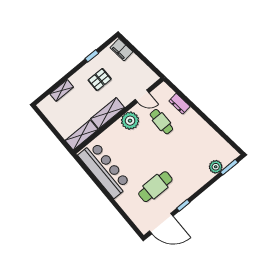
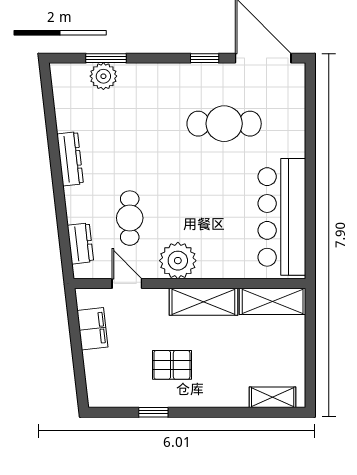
filing cabinet: (121, 50) -> (92, 329), moved
shelving: (62, 90) -> (273, 397), moved
dresser: (179, 104) -> (80, 243), moved
dresser: (202, 125) -> (70, 159), added
window: (229, 167) -> (106, 58), moved

